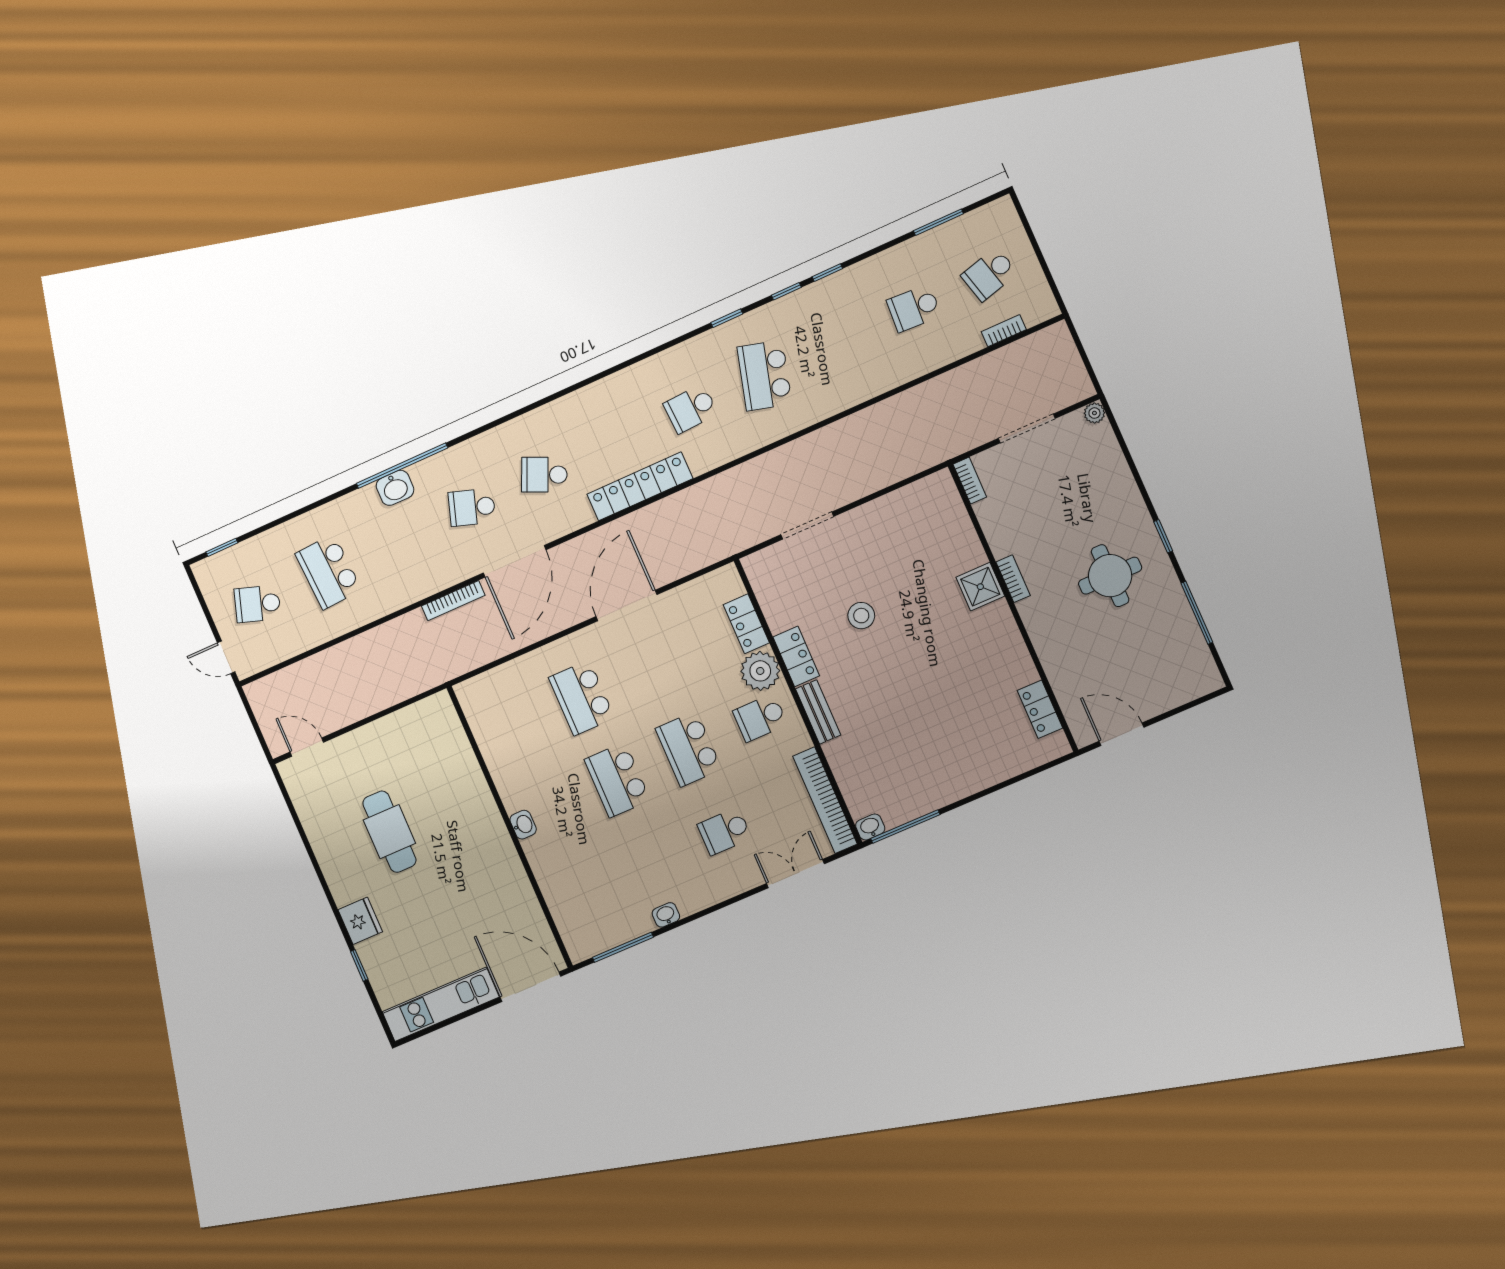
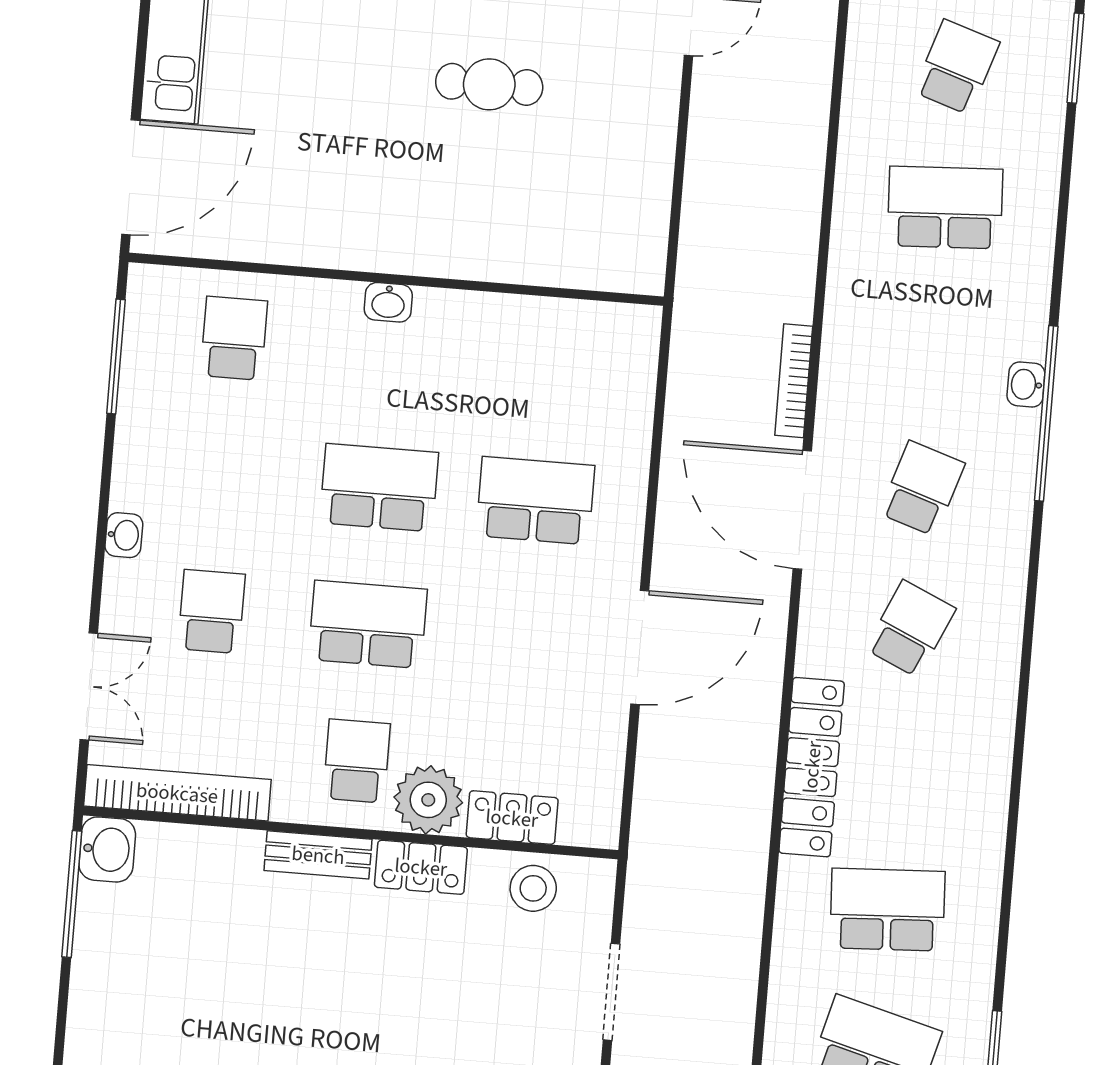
school desk: (691, 409) -> (887, 910), width x1.85
washbasin: (395, 488) -> (1026, 384), width x0.72, depth x0.69
window: (222, 547) -> (1075, 58), width x1.50
door: (626, 606) -> (640, 647), hinge flipped
stool: (861, 616) -> (533, 888), moved
washbasin: (870, 827) -> (107, 849), width x1.38, depth x1.45
cafe table: (389, 832) -> (489, 84), width x0.73, depth x0.74
school desk: (582, 893) -> (234, 338), added
washbasin: (666, 915) -> (124, 535), moved

